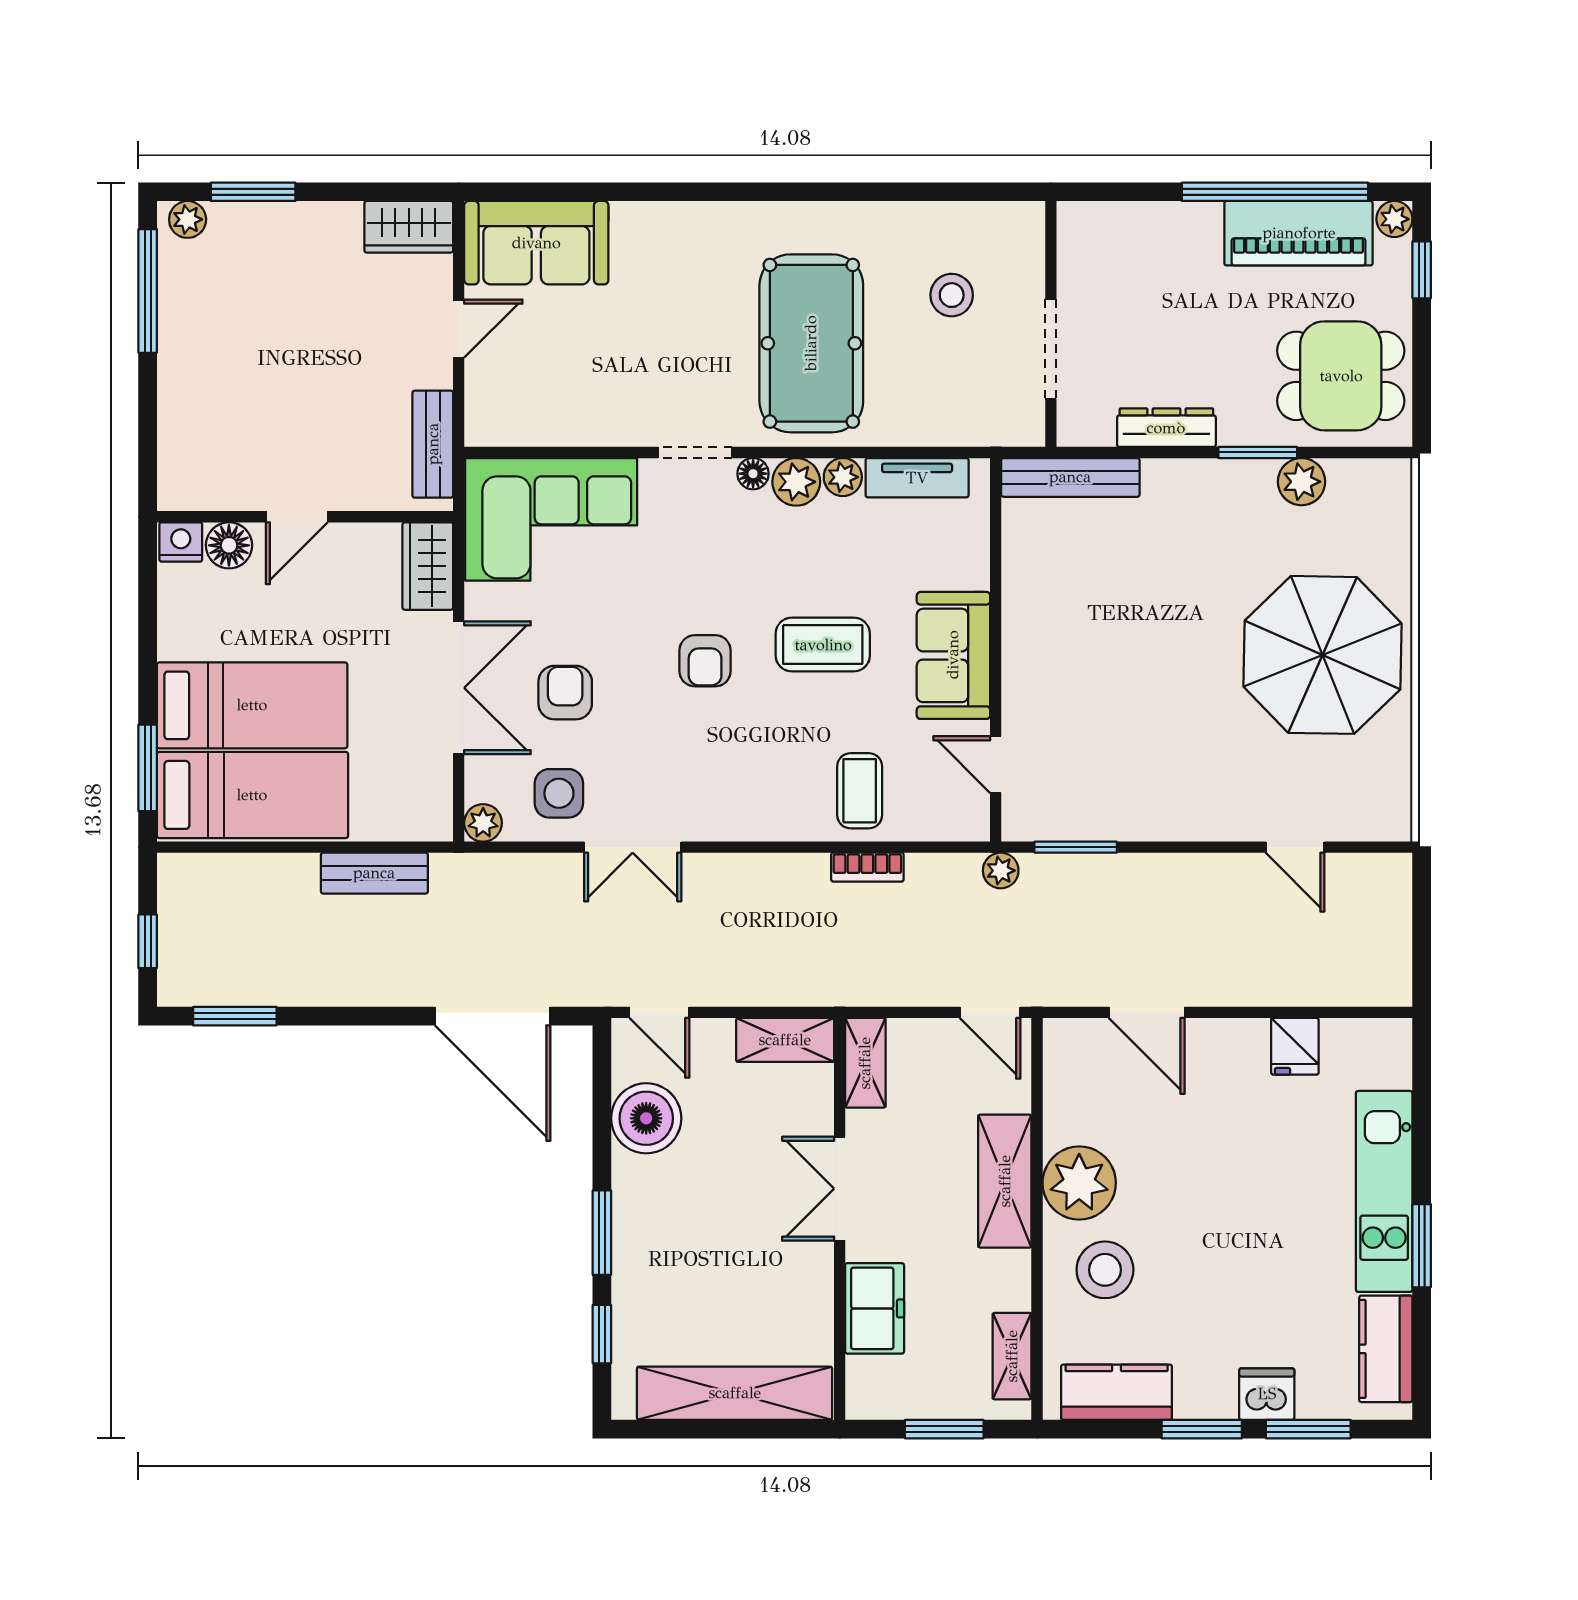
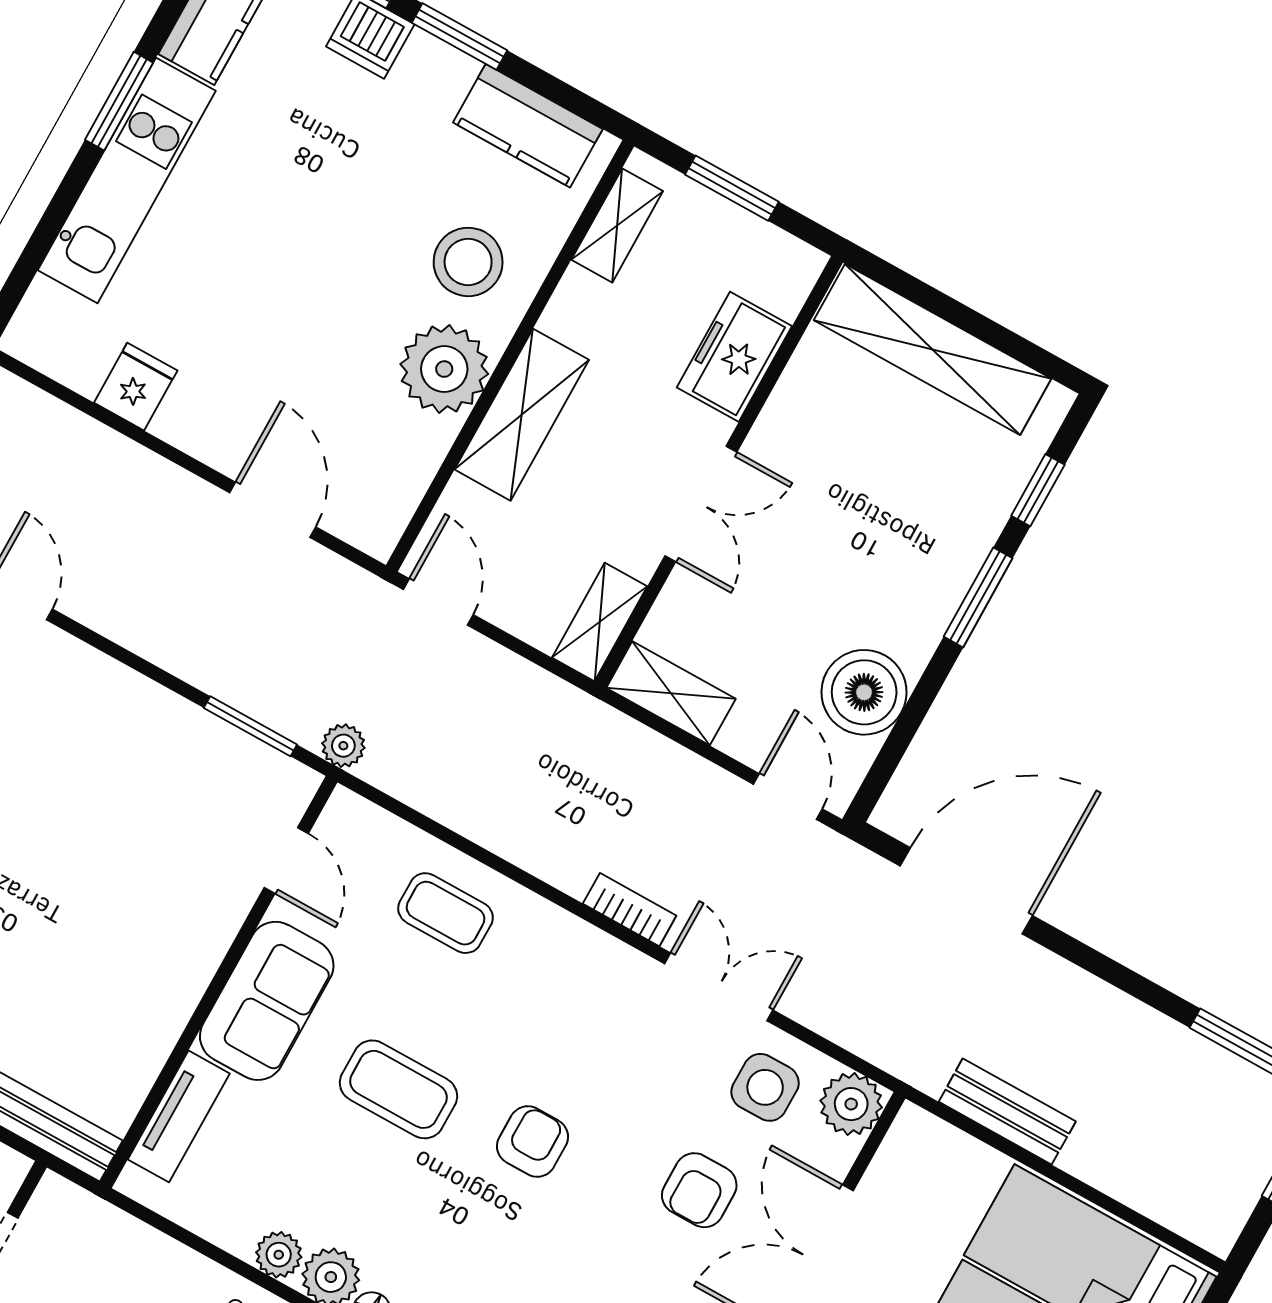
tv unit: (917, 478) -> (179, 1116), moved, turned 90
coffee table: (860, 791) -> (446, 913), turned 90
plant: (483, 823) -> (851, 1104), width x1.38, depth x1.38
bookcase: (867, 867) -> (630, 910), moved
door: (493, 1016) -> (966, 891), hinge flipped

